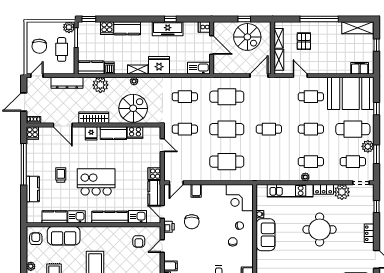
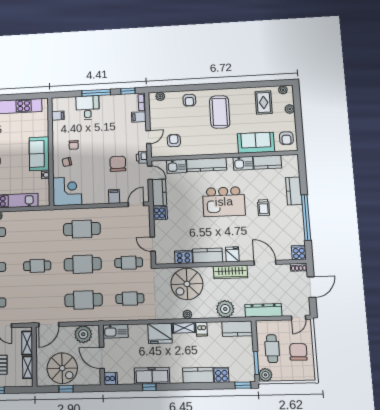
spiral stairs: (247, 37) -> (62, 368), turned 180
plant: (228, 66) -> (83, 334), added
dishwasher: (109, 68) -> (202, 329), moved

